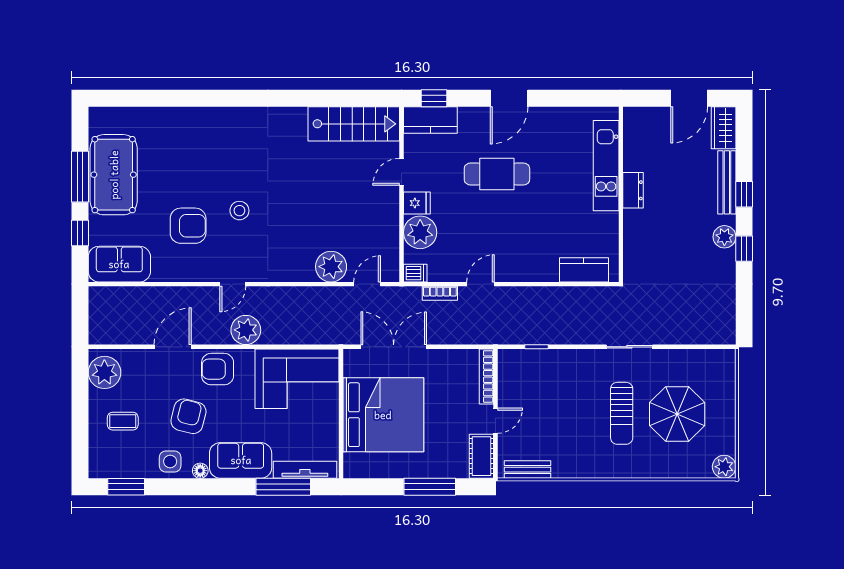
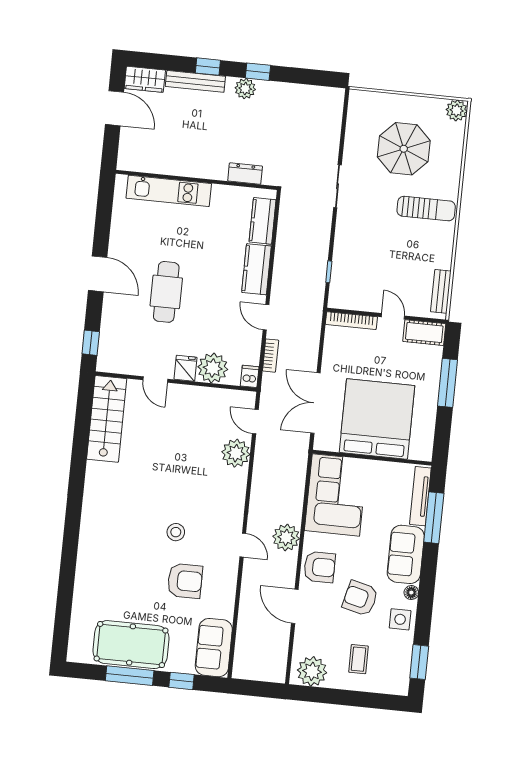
kitchen counter: (430, 120) -> (256, 269), moved, turned 180
dresser: (633, 190) -> (245, 174), moved
armchair: (188, 226) -> (185, 581), turned 90
armchair: (218, 369) -> (320, 567), turned -90
sun lounger: (622, 413) -> (426, 209), moved

